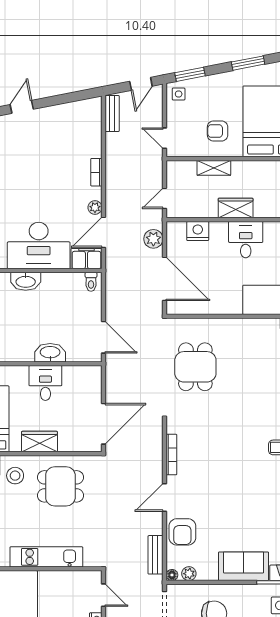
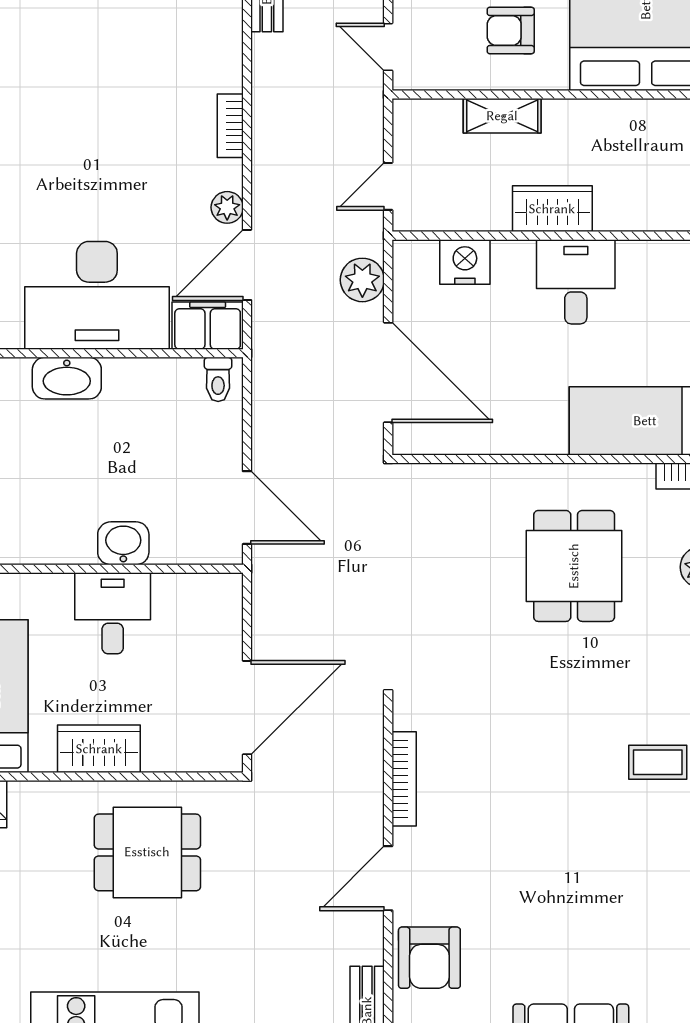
washbasin: (50, 353) -> (123, 543), width x0.72
dining table: (195, 367) -> (574, 566), moved
stool: (15, 476) -> (42, 827), removed

